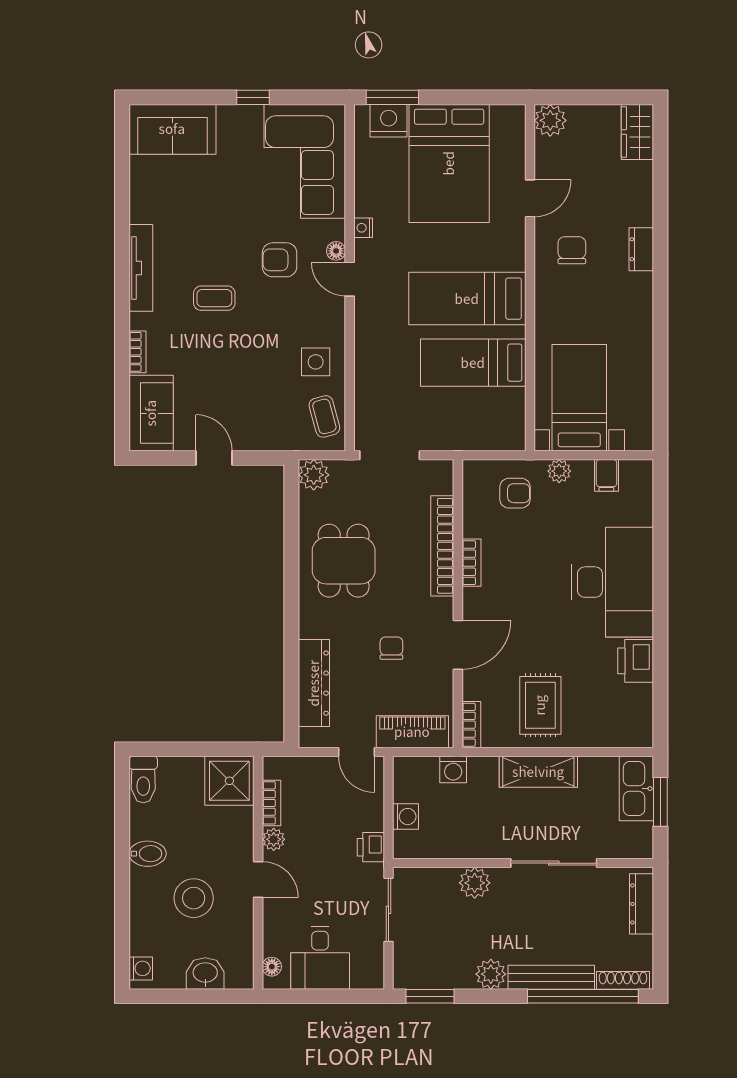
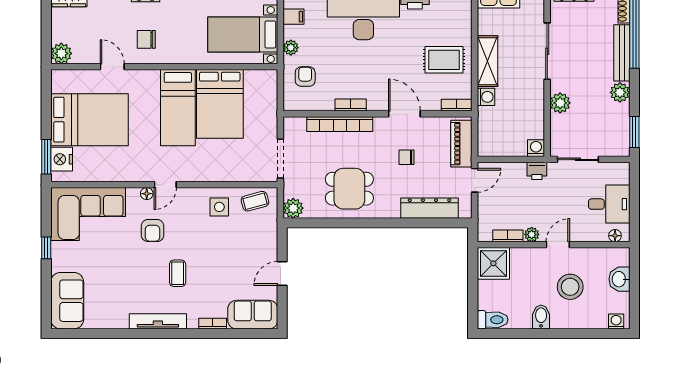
nightstand: (363, 228) -> (132, 176), removed
bed: (473, 363) -> (220, 104), width x1.50
washing machine: (453, 770) -> (486, 97), moved
washing machine: (406, 817) -> (536, 148), moved

